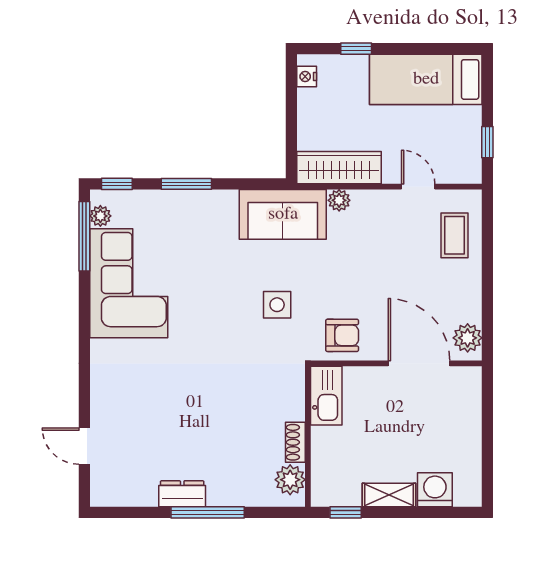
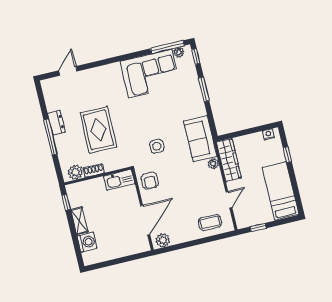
rug: (217, 413) -> (98, 130), added

